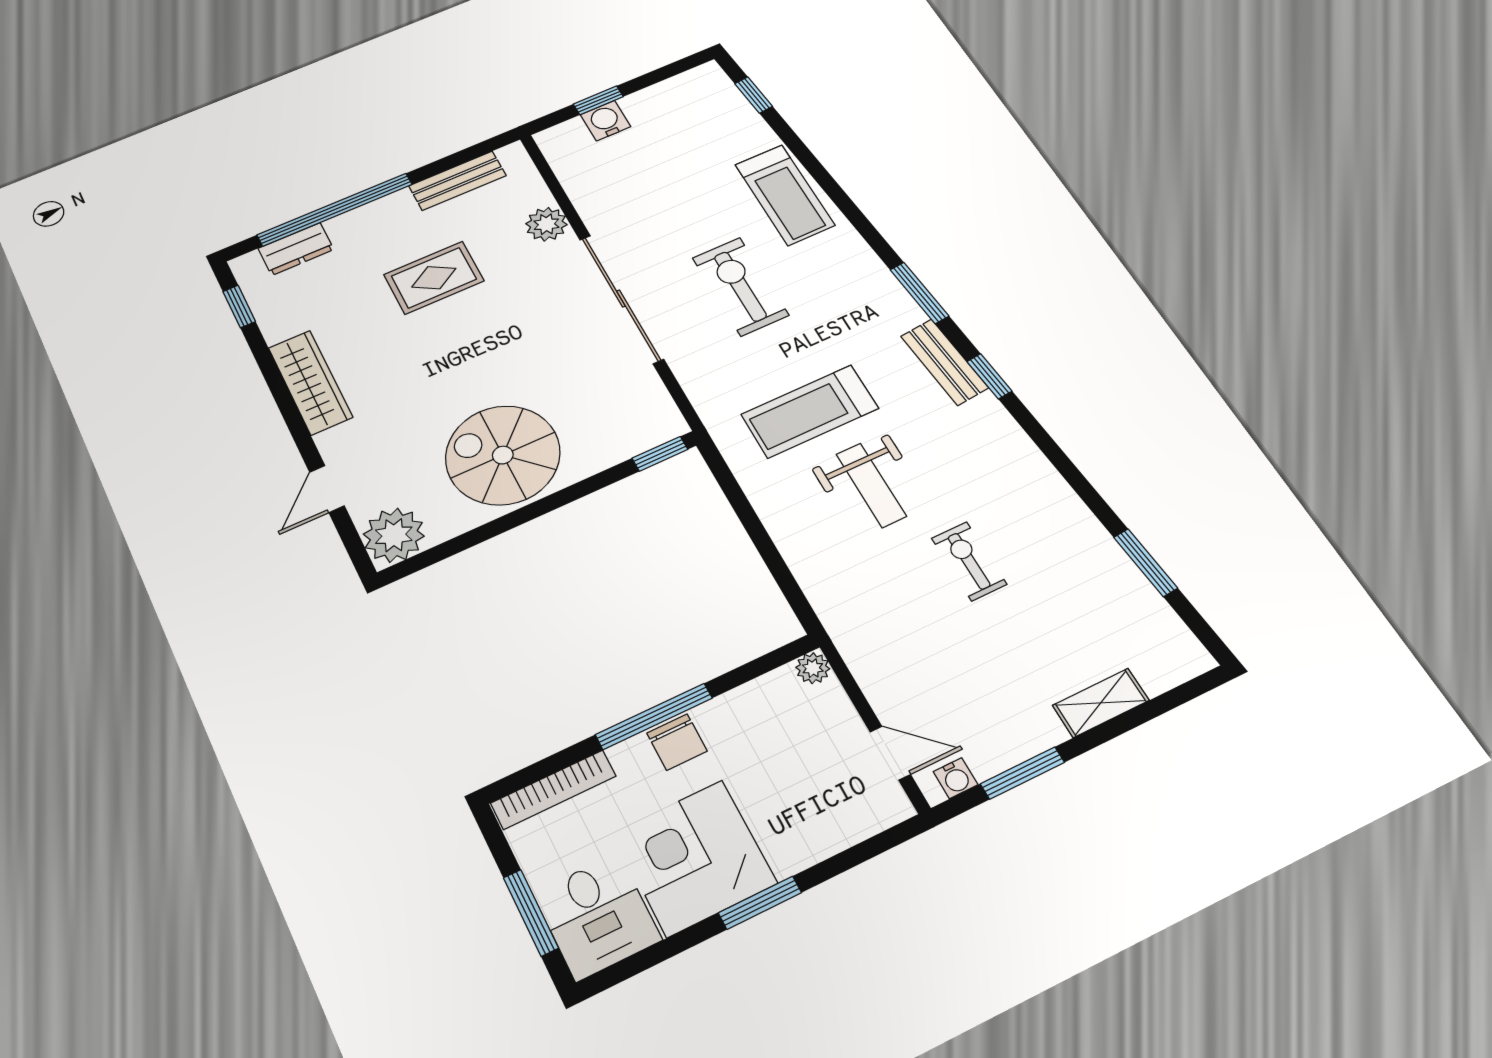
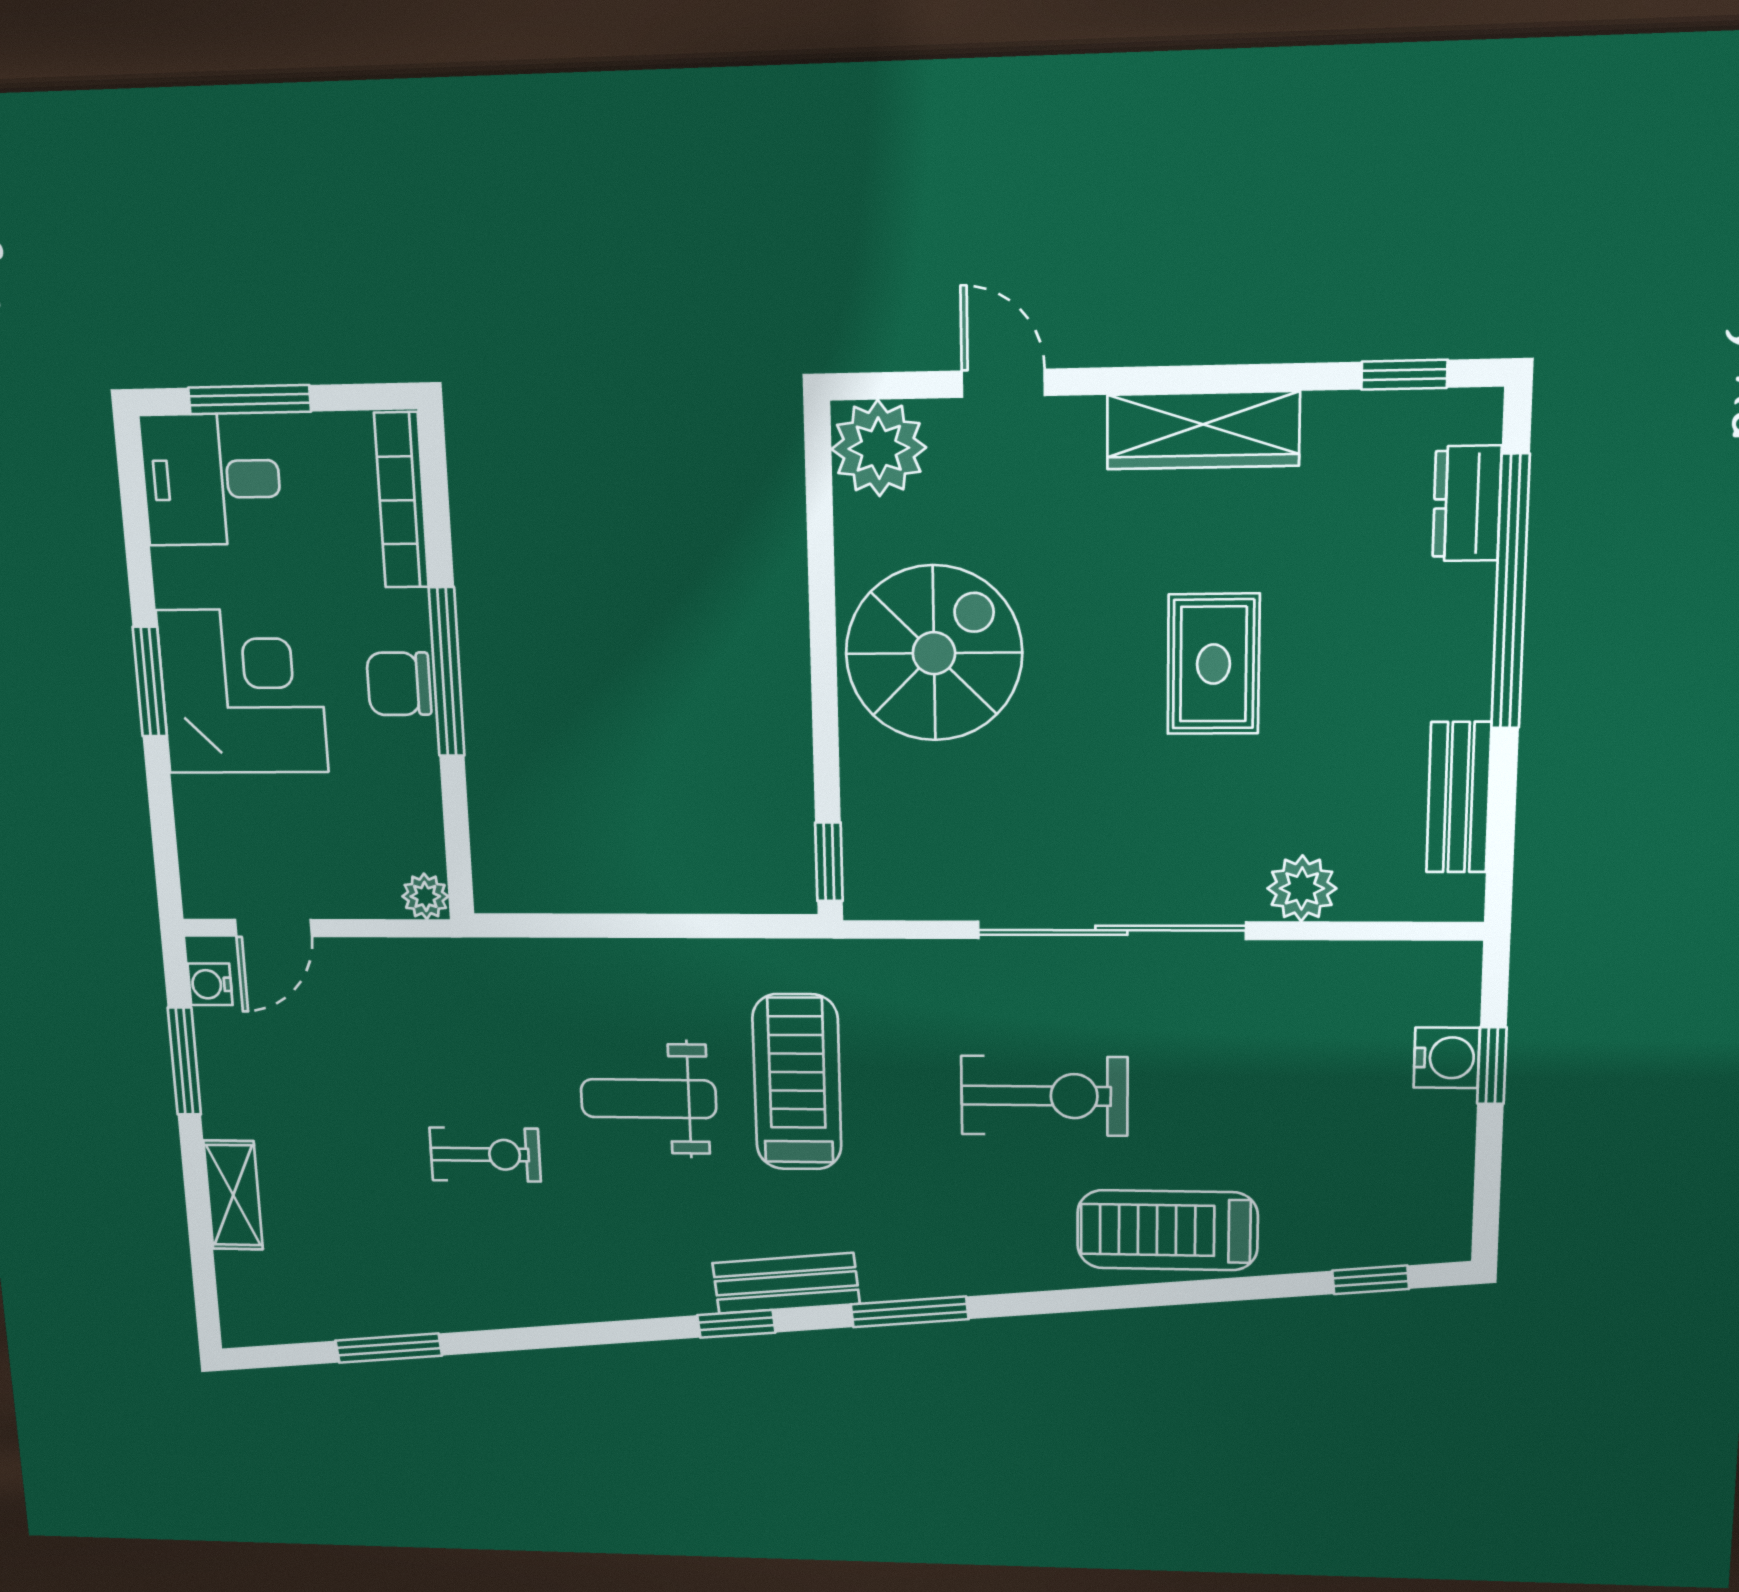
rug: (434, 278) -> (1213, 664), moved
corner desk: (695, 858) -> (242, 691), moved

